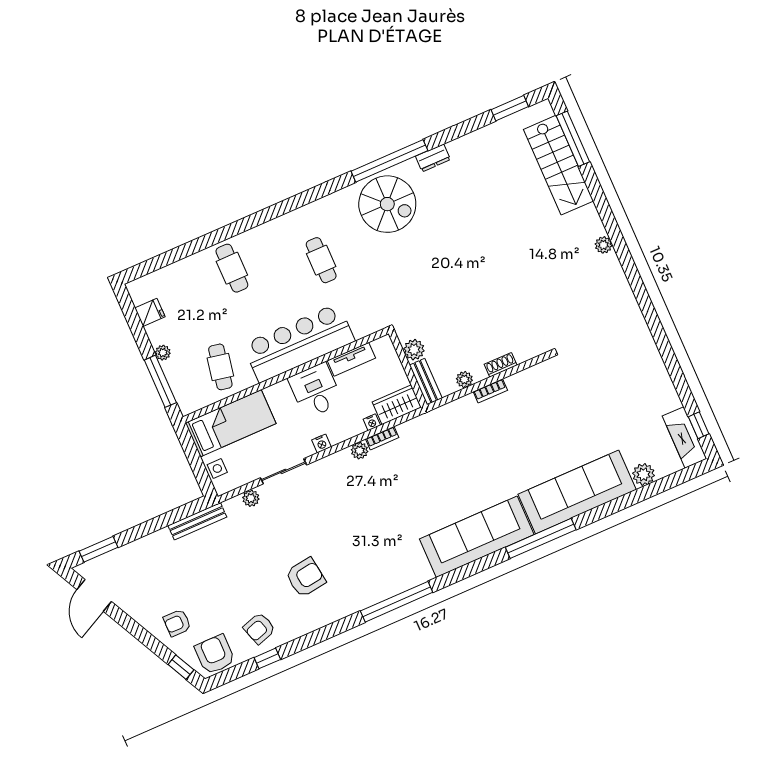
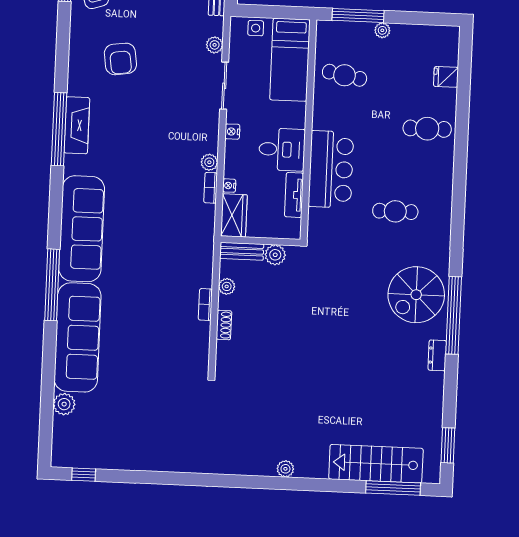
fridge: (150, 312) -> (446, 77), moved, turned 90
bar counter: (299, 343) -> (331, 169), width x0.73
fireplace: (685, 437) -> (77, 125), moved, turned 90

